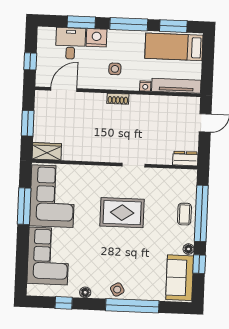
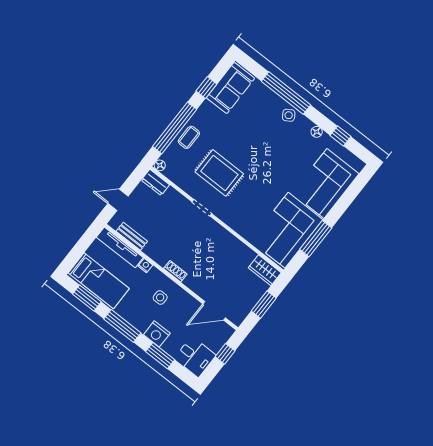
desk: (71, 43) -> (195, 357), moved, turned -90
bench: (173, 102) -> (132, 236), added
rug: (122, 213) -> (219, 173), moved
floor lamp: (189, 249) -> (160, 165), moved

